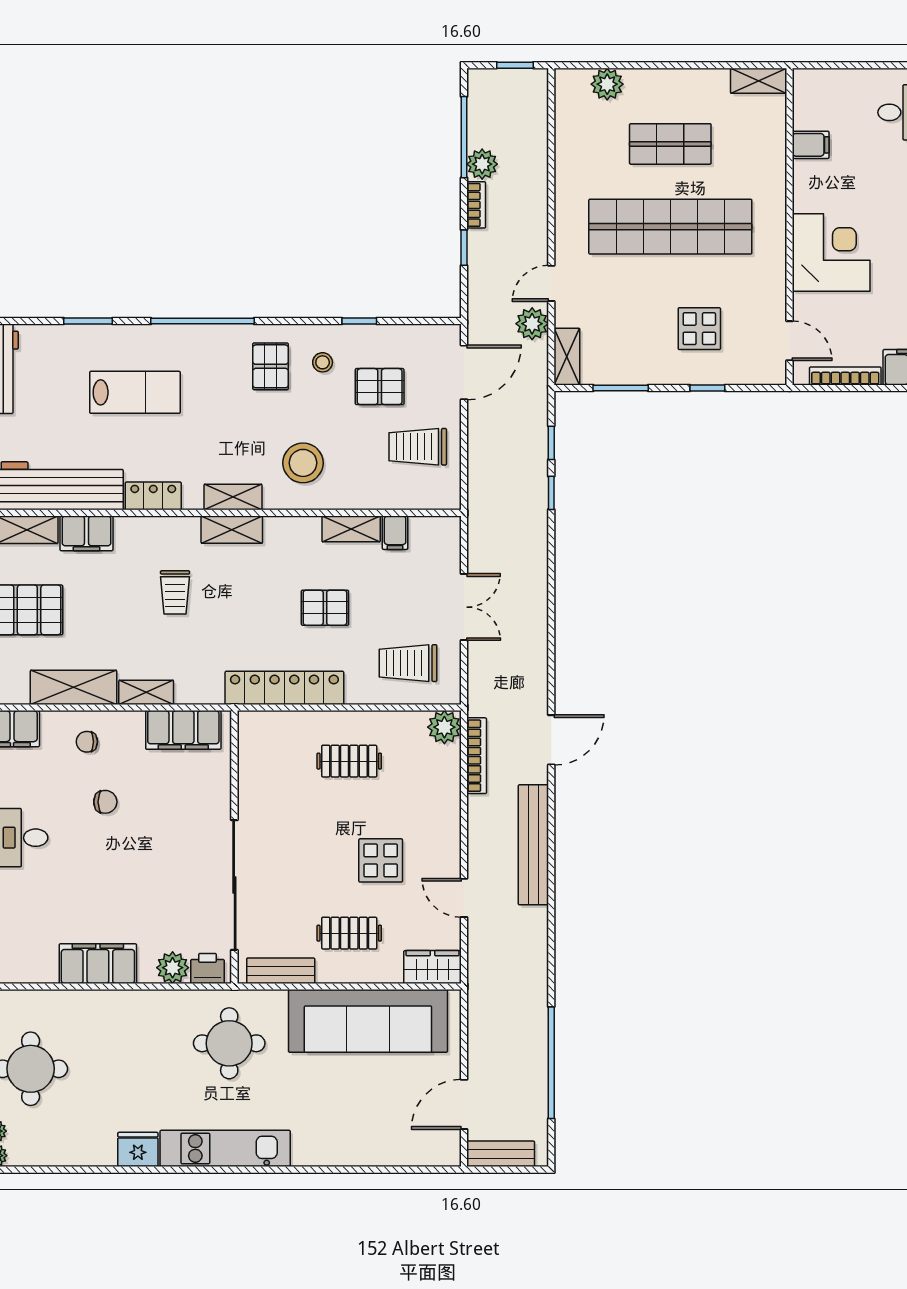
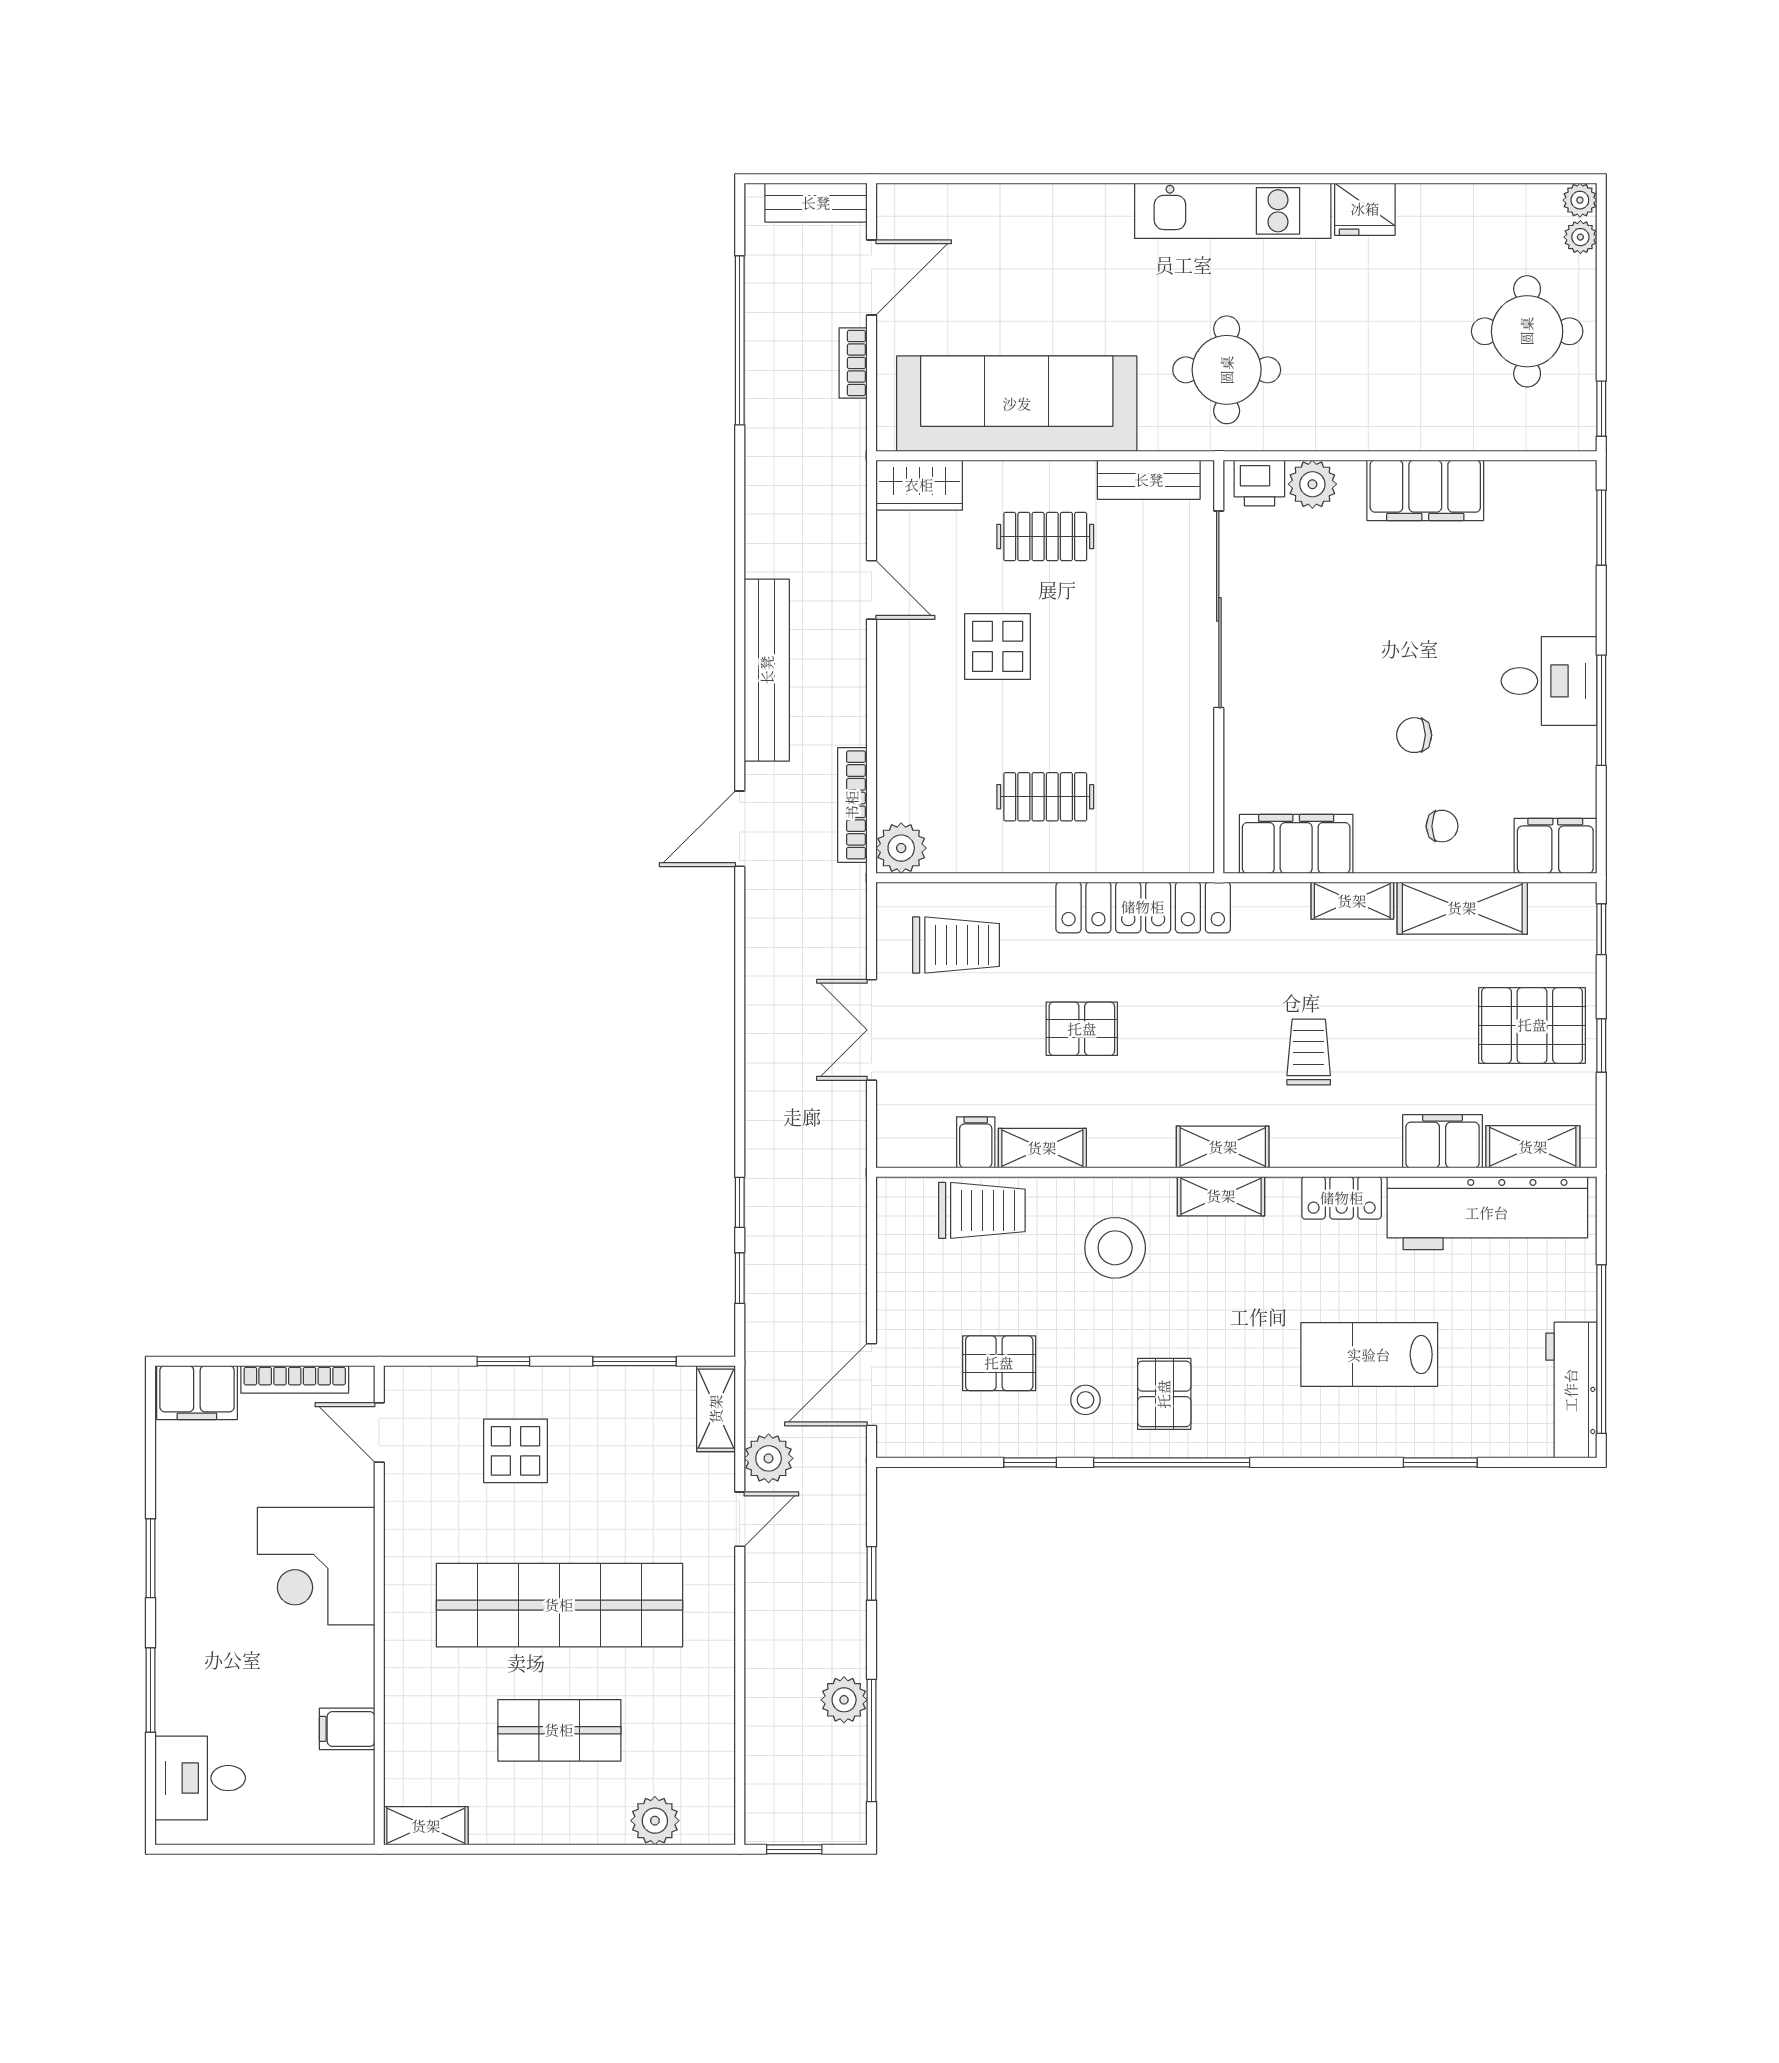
bookcase: (476, 205) -> (853, 363), moved
window: (203, 321) -> (1172, 1462), moved
trolley: (418, 447) -> (982, 1210), moved

